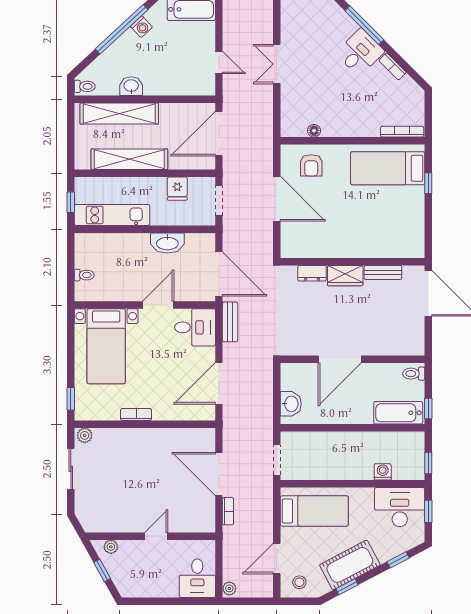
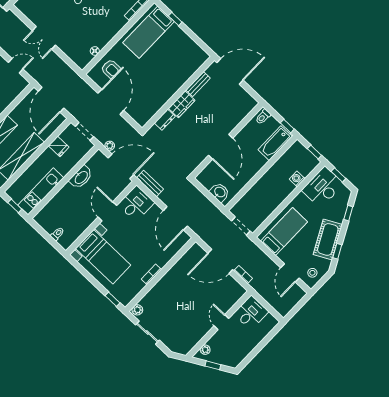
door: (277, 199) -> (111, 102), hinge flipped
desk: (197, 578) -> (251, 313), moved, turned -90
plant: (229, 588) -> (110, 146), moved

